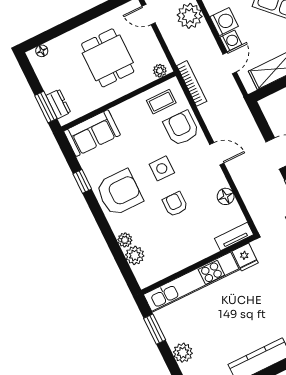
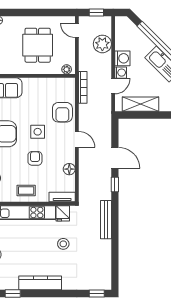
coffee table: (161, 102) -> (26, 191), moved
armchair: (181, 128) -> (62, 112), turned 180
stool: (265, 296) -> (63, 244), added

